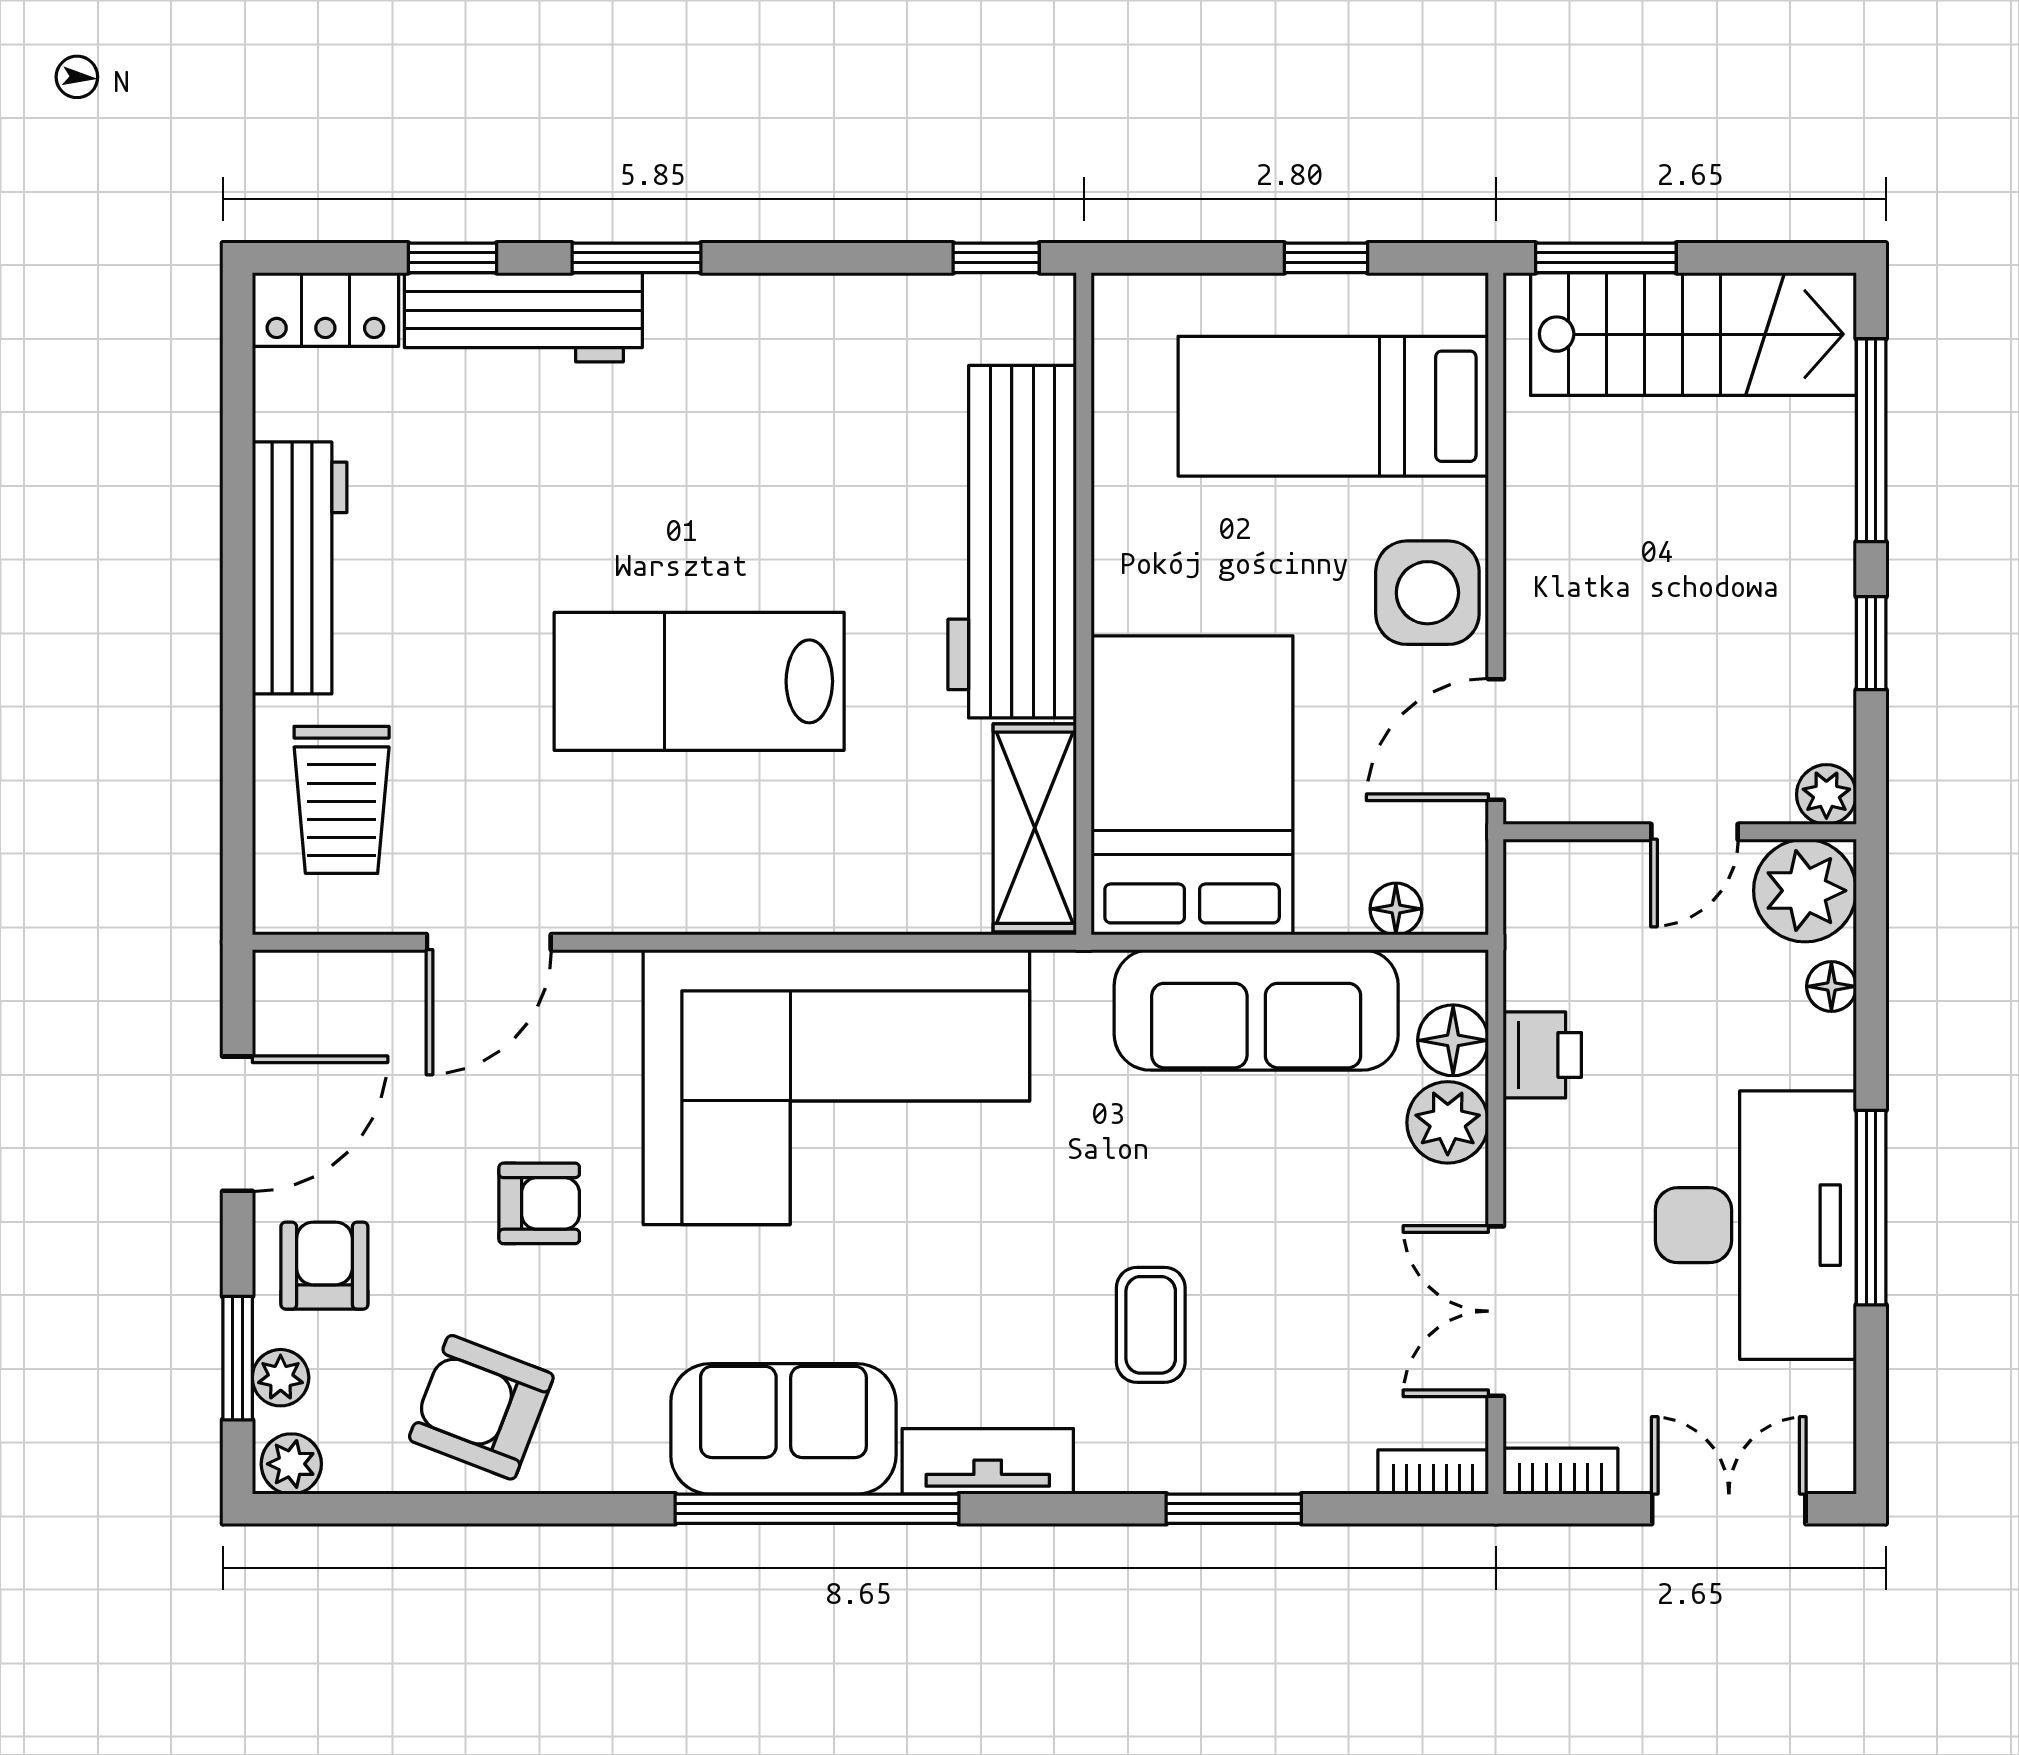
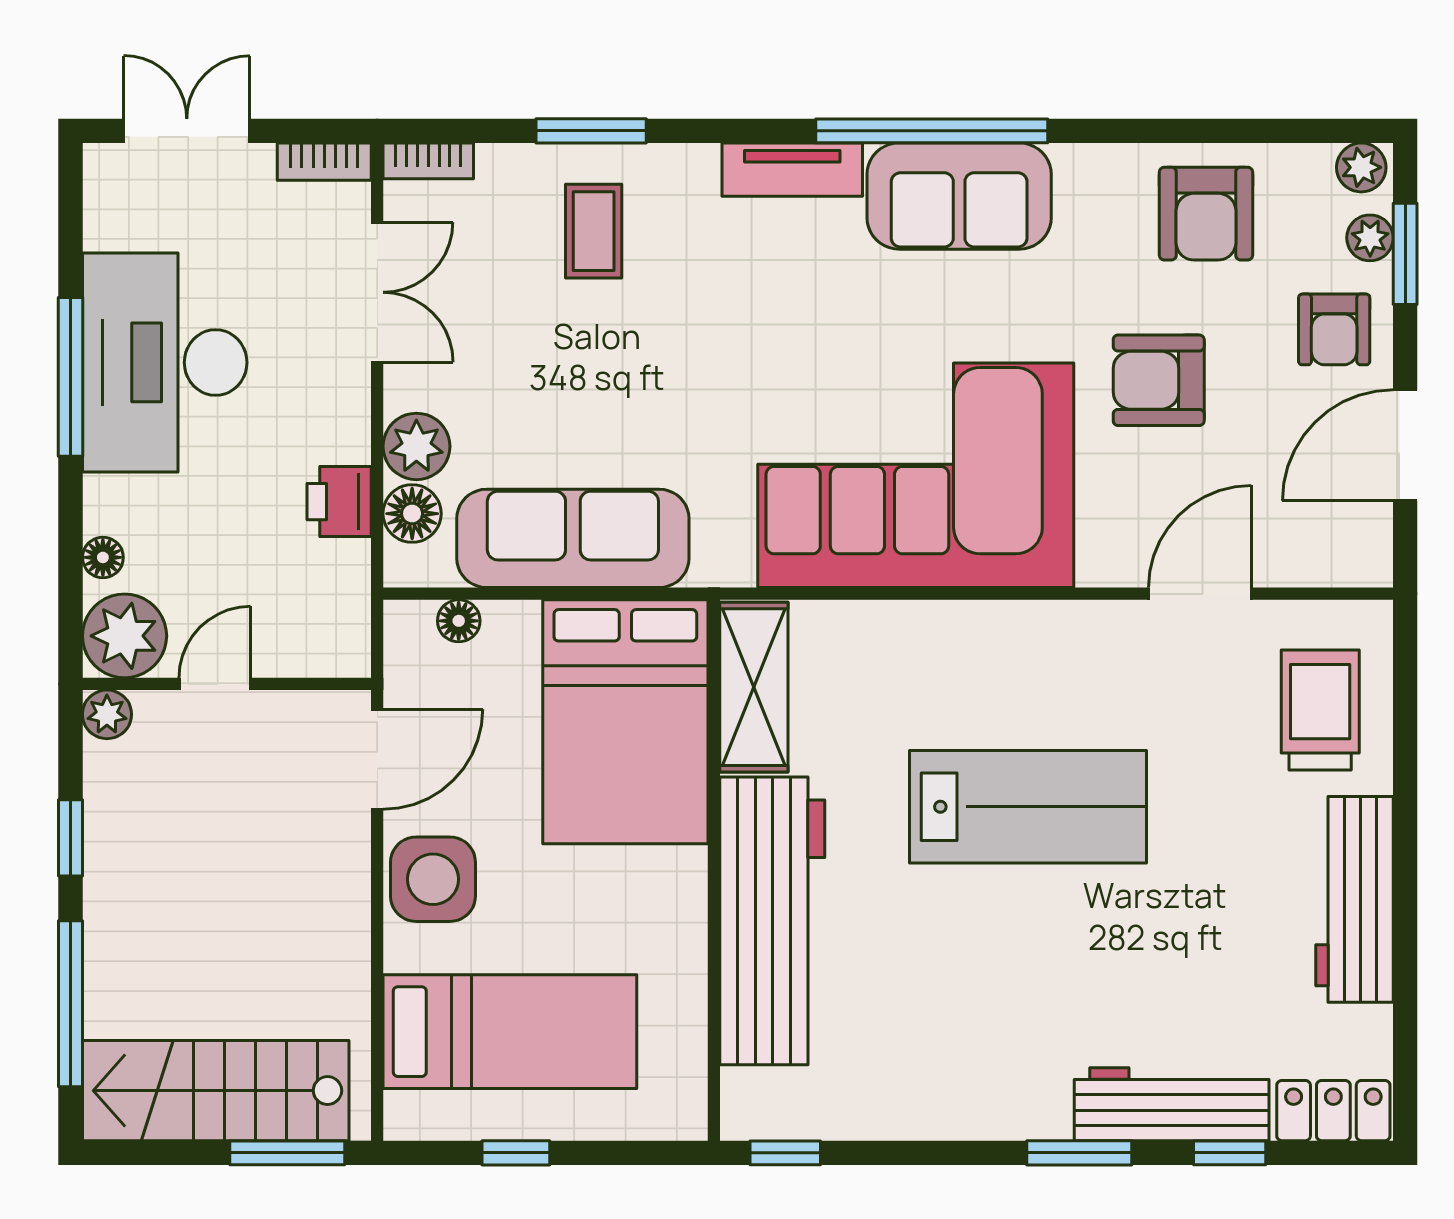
armchair: (539, 1203) -> (1159, 380), width x1.38, depth x1.38
coffee table: (1151, 1325) -> (594, 231), moved
armchair: (481, 1407) -> (1206, 214), turned 69
double door: (1729, 1509) -> (187, 131), swing flipped

